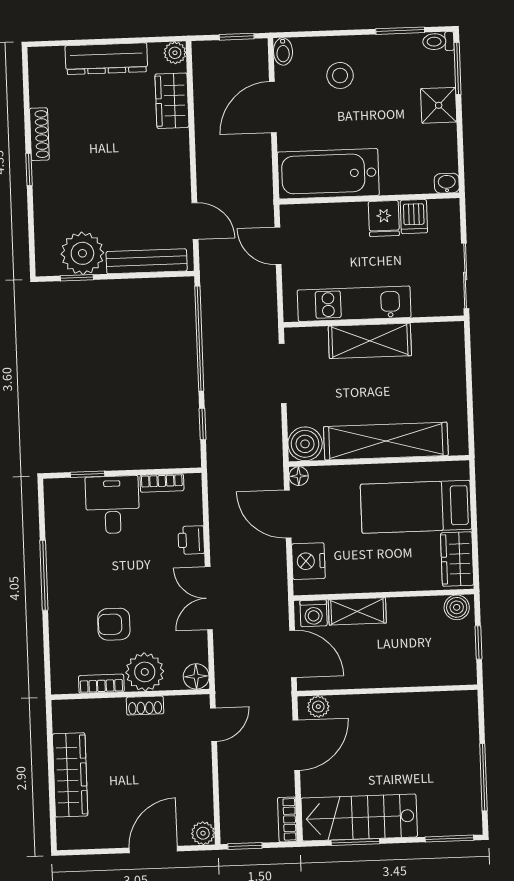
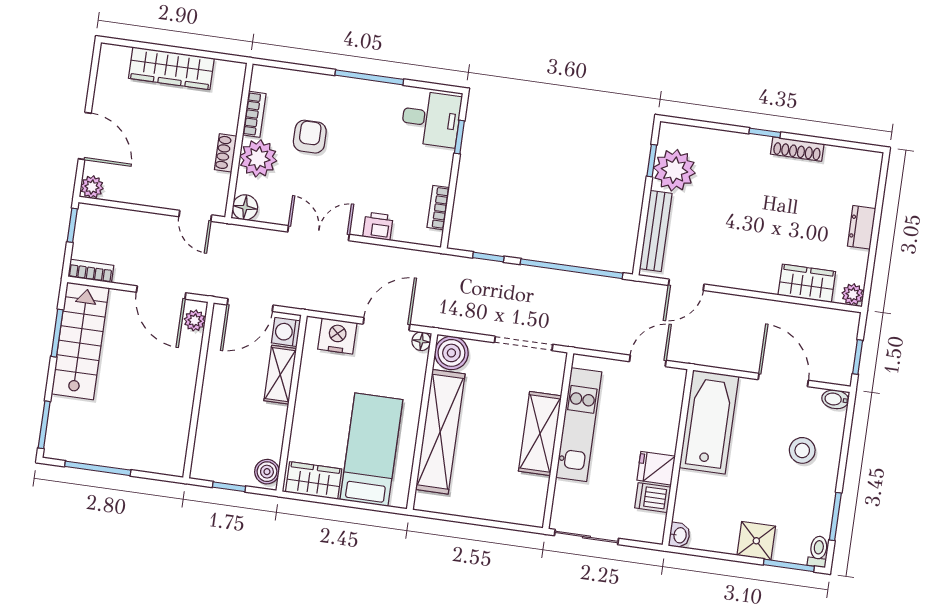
dresser: (106, 59) -> (862, 227), width x0.51, depth x0.80
desk: (112, 505) -> (431, 119), moved

